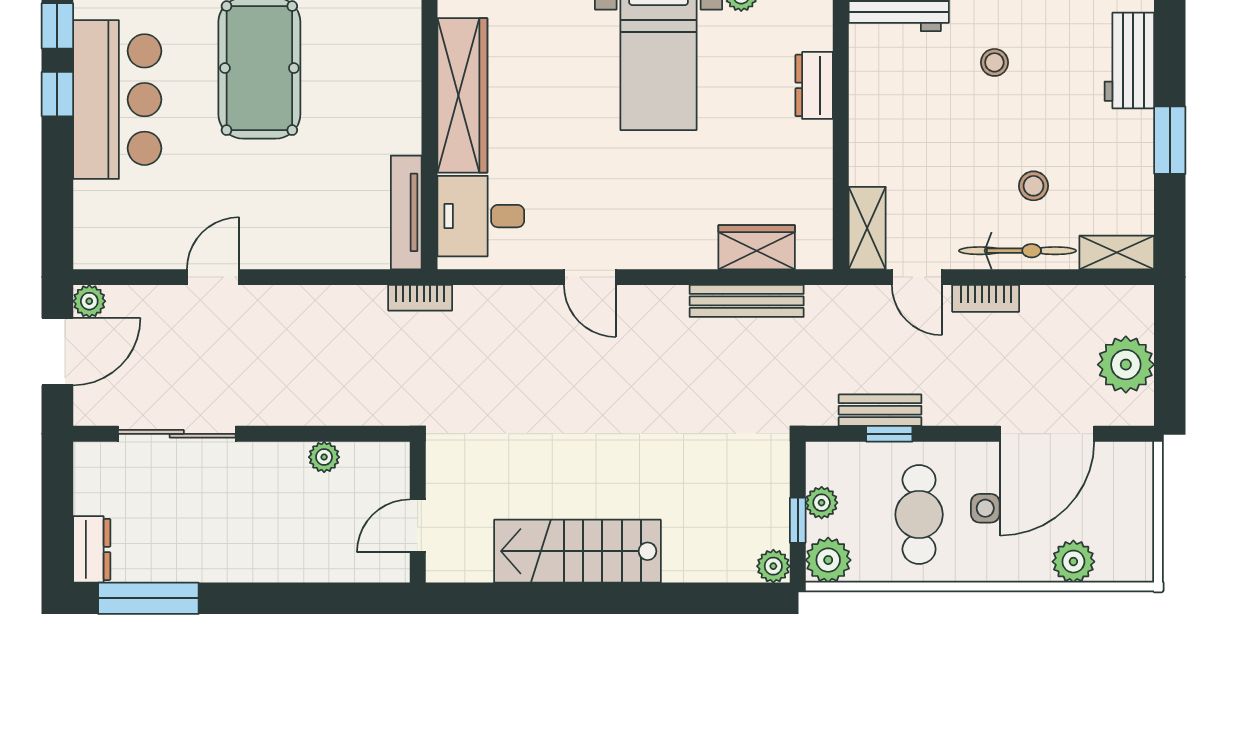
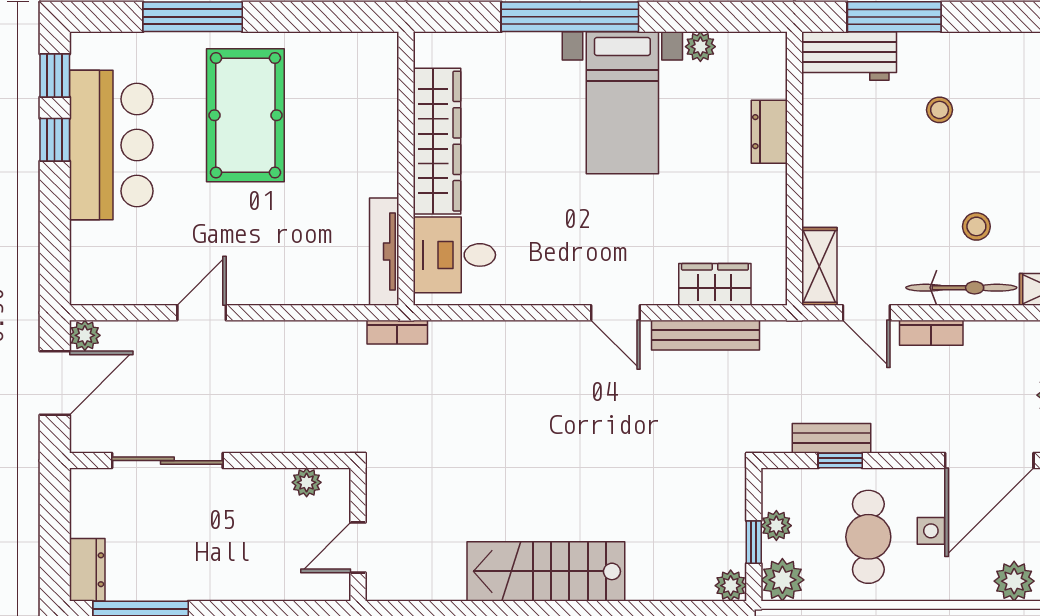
door: (590, 277) -> (616, 313), moved
wall: (418, 512) -> (358, 535), moved
door: (418, 526) -> (358, 548), moved

